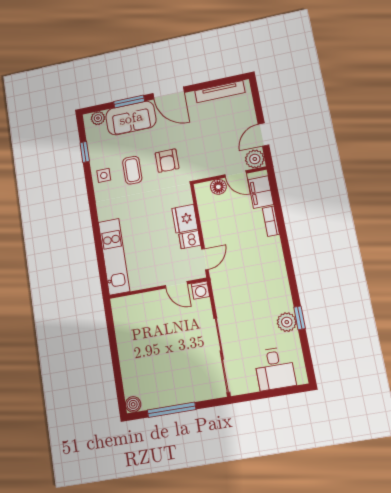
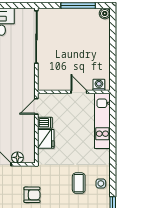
armchair: (167, 161) -> (32, 195), moved, turned 90
door: (176, 285) -> (79, 92), moved
washing machine: (200, 290) -> (99, 85), moved

